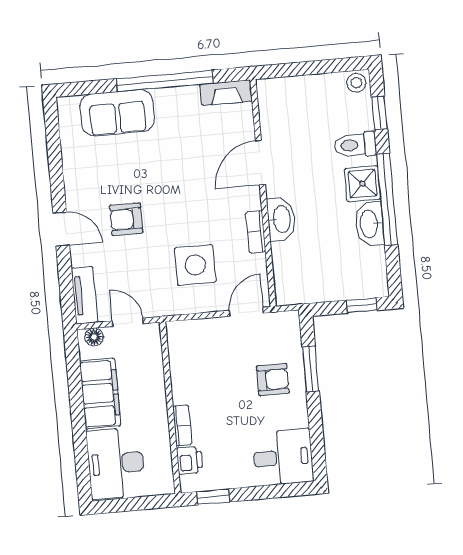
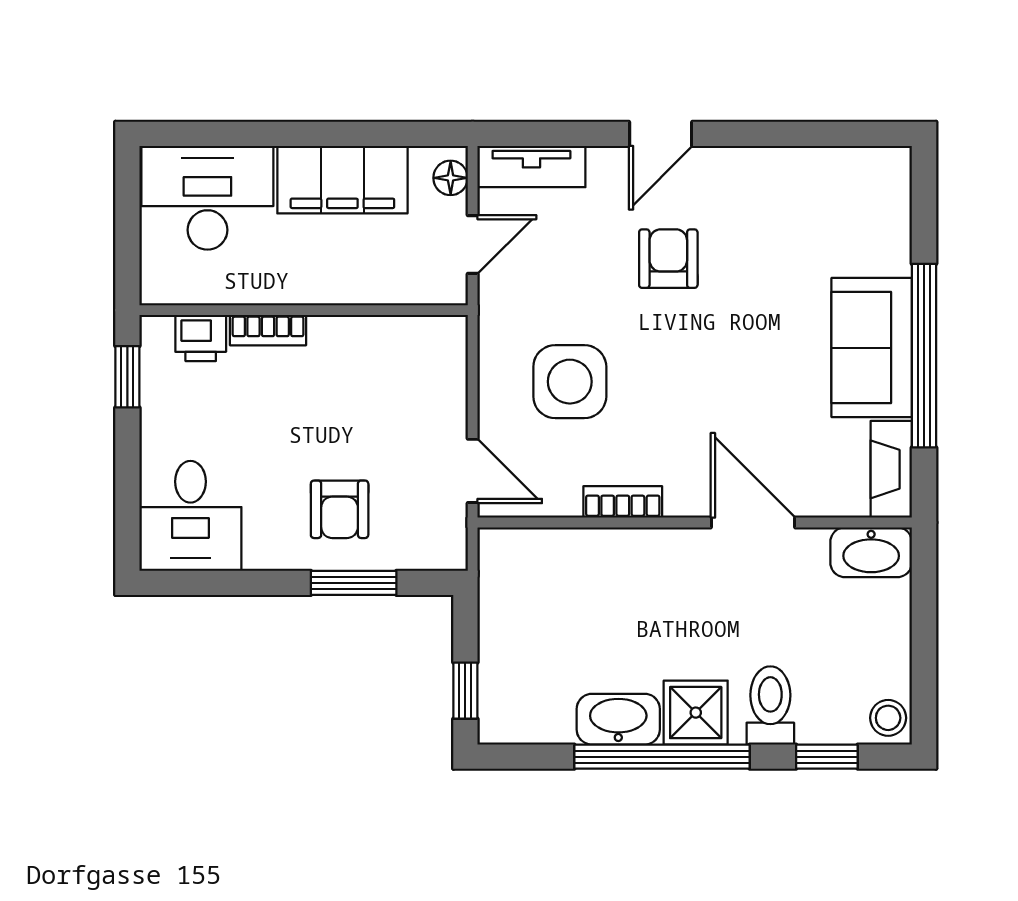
sofa: (117, 113) -> (872, 348), moved
washbasin: (281, 219) -> (871, 552), moved

